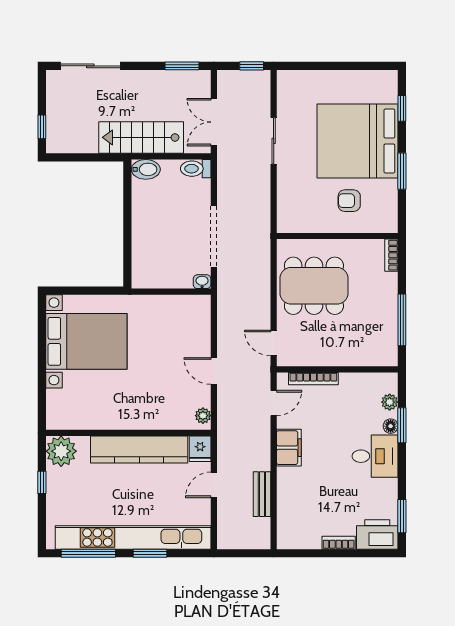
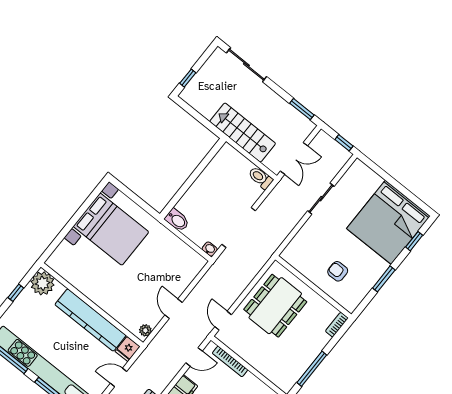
double door: (214, 122) -> (294, 158), swing flipped
bed: (358, 141) -> (388, 222), moved, turned -90
bidet: (146, 169) -> (177, 220), moved
dining table: (314, 286) -> (275, 306), turned 90

